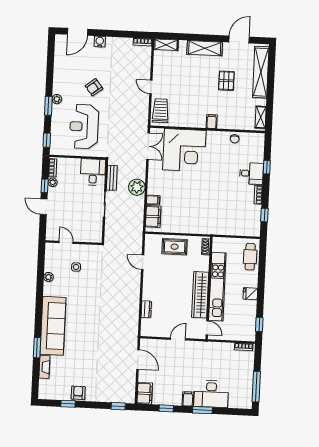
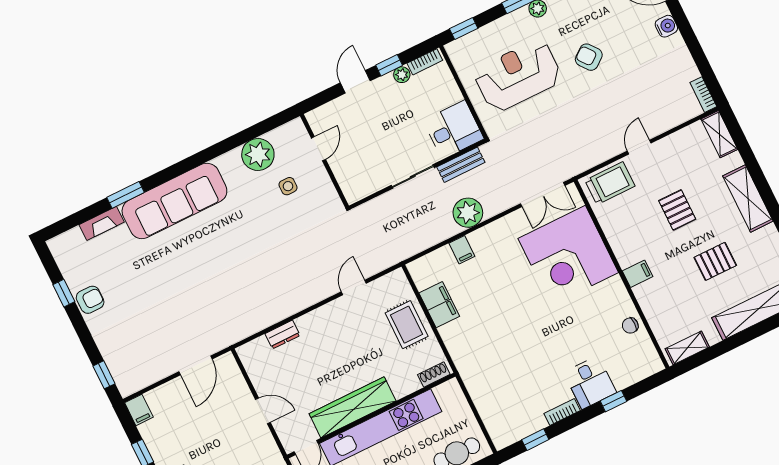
pallet: (191, 85) -> (677, 210), added
filing cabinet: (153, 217) -> (439, 305), moved, turned -90
plant: (48, 277) -> (258, 154), width x1.87, depth x1.87
filing cabinet: (145, 393) -> (139, 410), width x0.50

